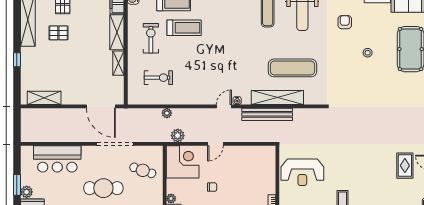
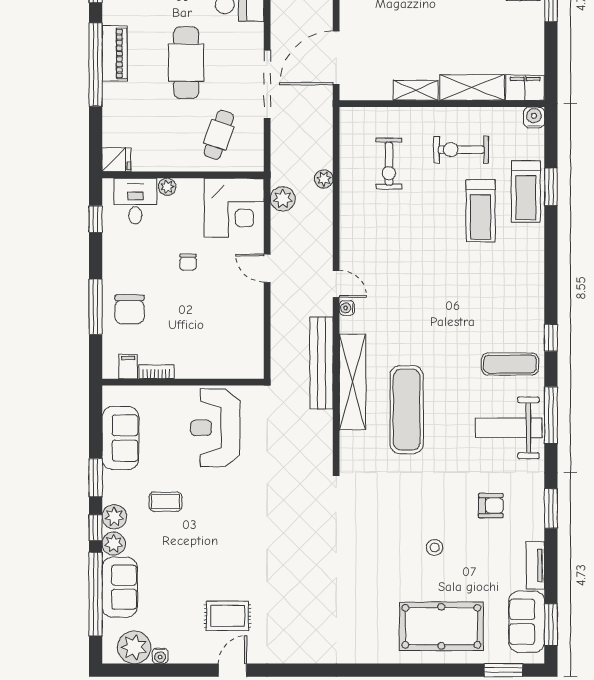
exercise bike: (151, 38) -> (461, 150), turned 180

